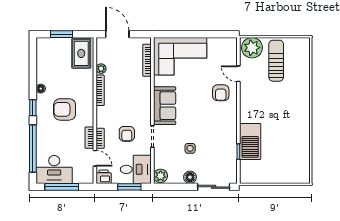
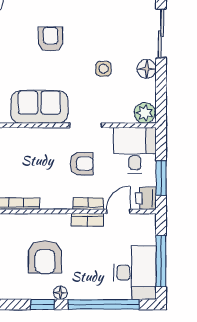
floor lamp: (41, 89) -> (60, 293), moved
armchair: (221, 93) -> (51, 39), moved, turned -90
window: (129, 187) -> (161, 178), moved

